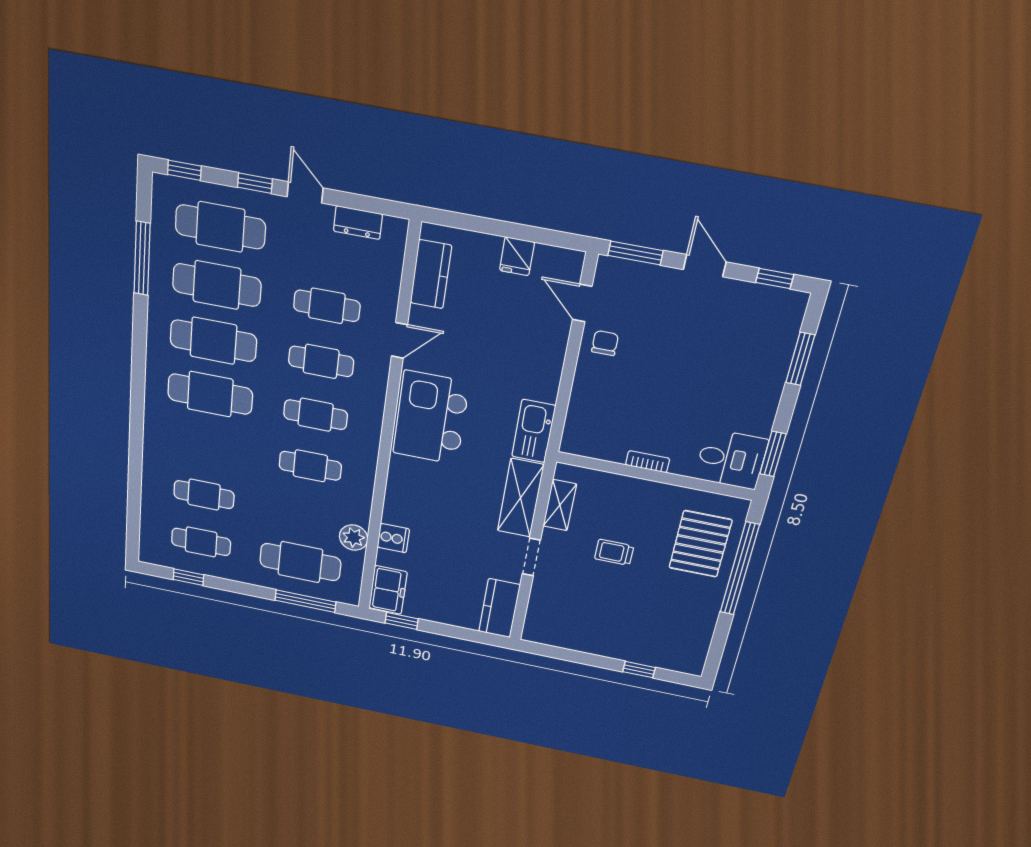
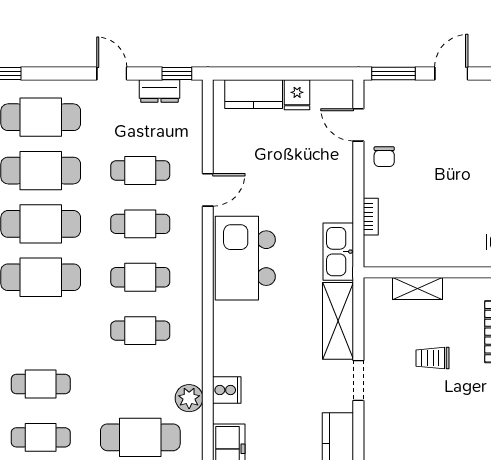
window: (255, 183) -> (177, 74), moved
door: (705, 266) -> (451, 74), hinge flipped
kitchen counter: (431, 274) -> (254, 94), moved, turned 90
chair: (605, 343) -> (384, 157), turned 180
bookcase: (648, 462) -> (371, 217), moved, turned 90
shelving: (560, 505) -> (418, 288), moved, turned 90

